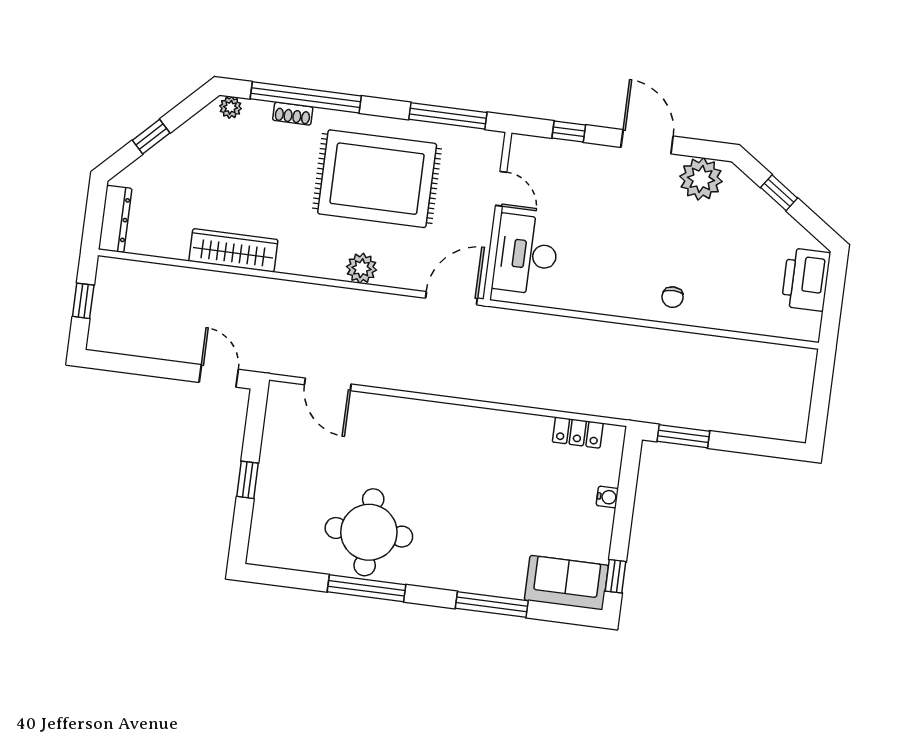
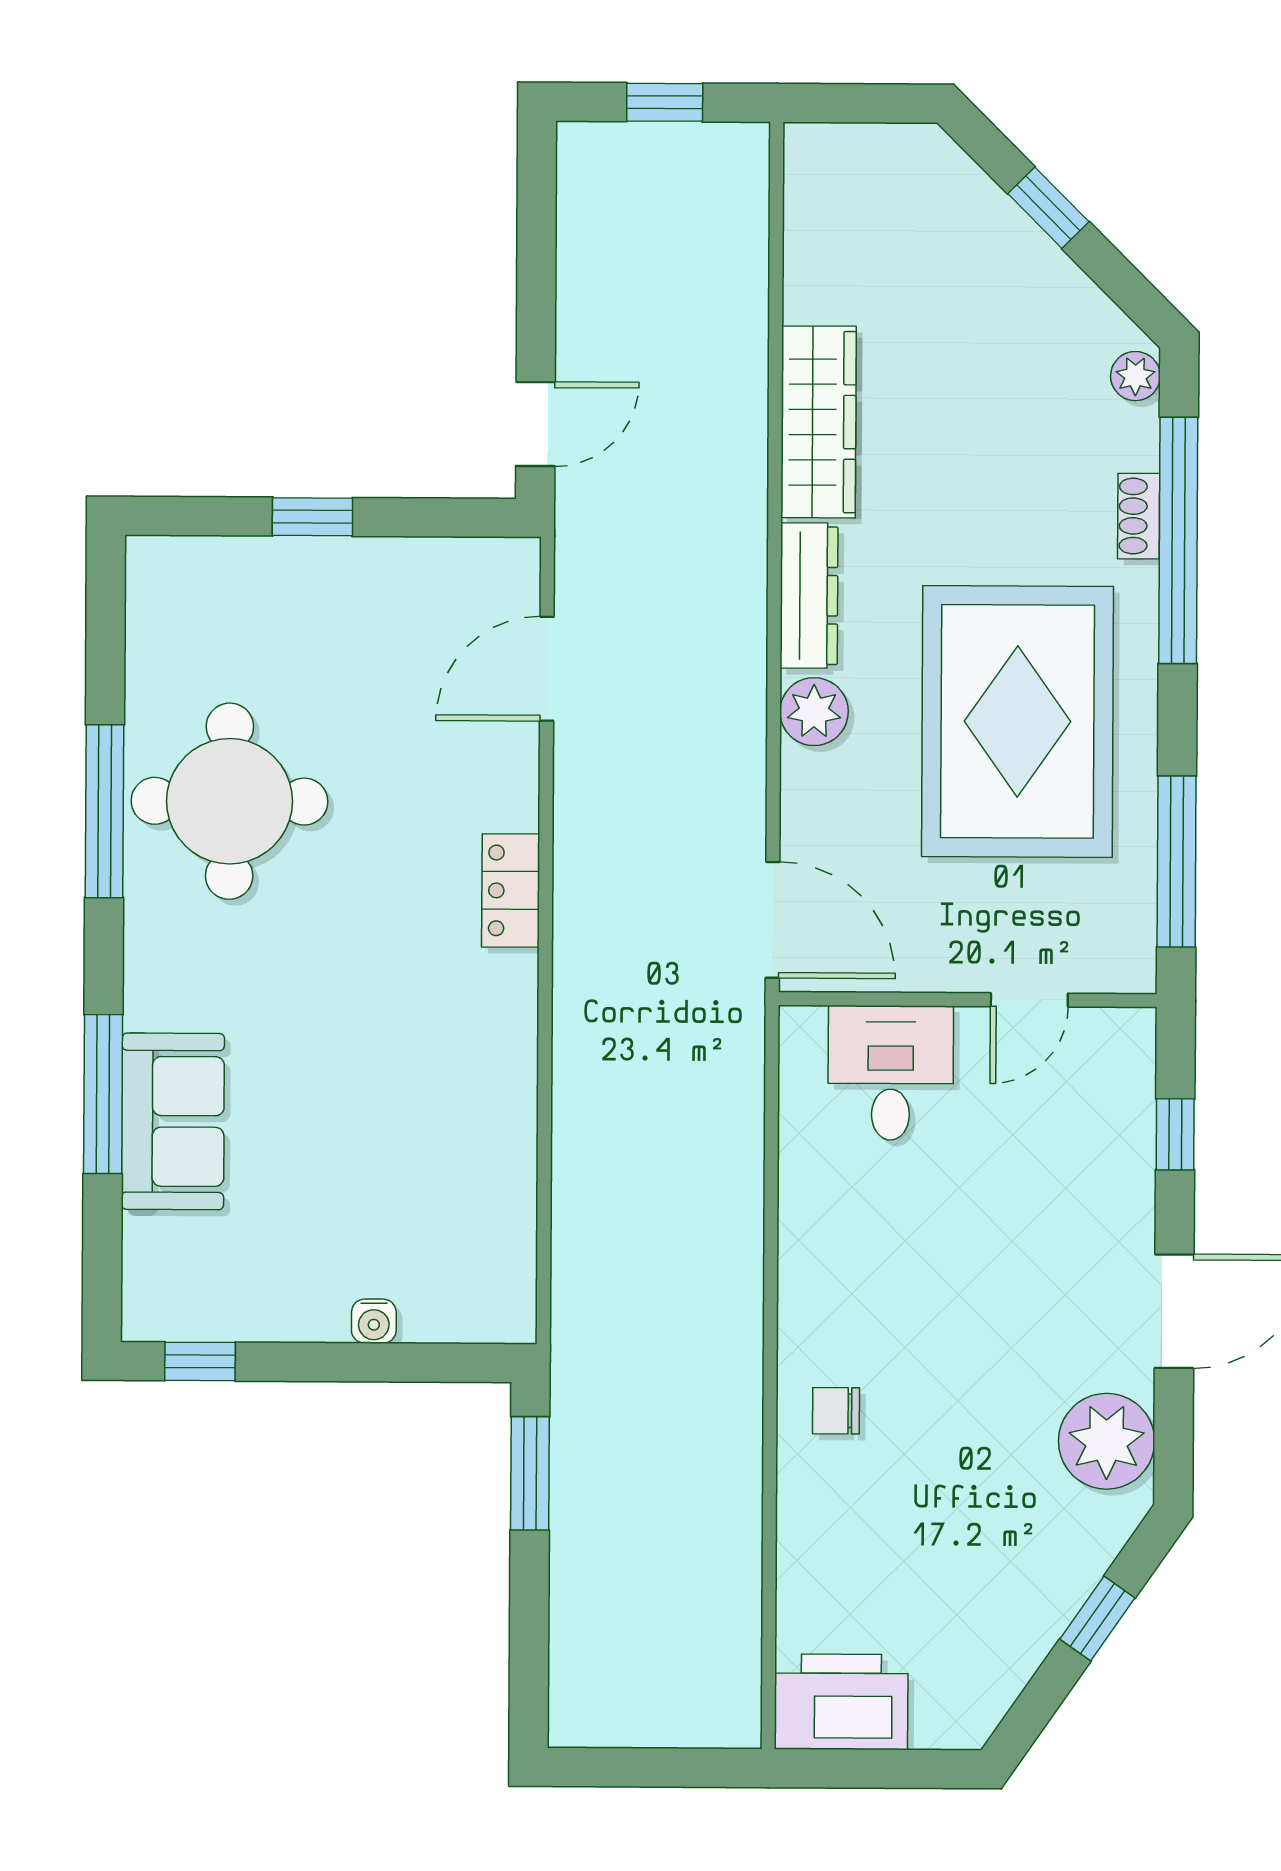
dresser: (115, 219) -> (809, 596), moved, turned -90
desk: (526, 254) -> (891, 1073), width x0.73
printer: (806, 279) -> (841, 1702), moved
locker: (578, 433) -> (511, 890), moved
sofa: (566, 583) -> (173, 1121), moved

